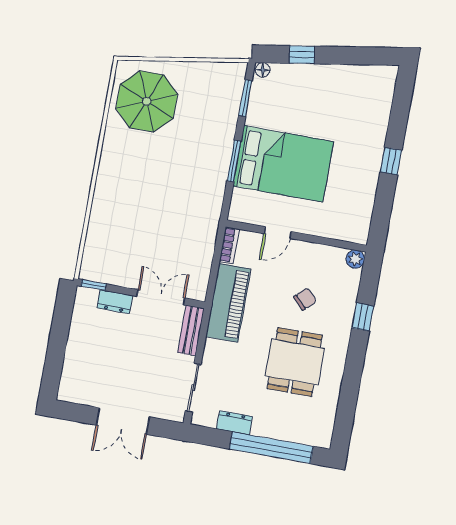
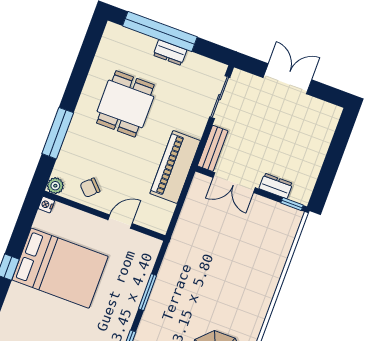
bed: (283, 164) -> (60, 268), moved, turned 180
nightstand: (361, 237) -> (46, 205), added
bookcase: (229, 245) -> (165, 218), removed
chair: (305, 299) -> (90, 188), moved
window: (363, 317) -> (58, 133), width x2.17
dresser: (234, 423) -> (170, 53), moved

